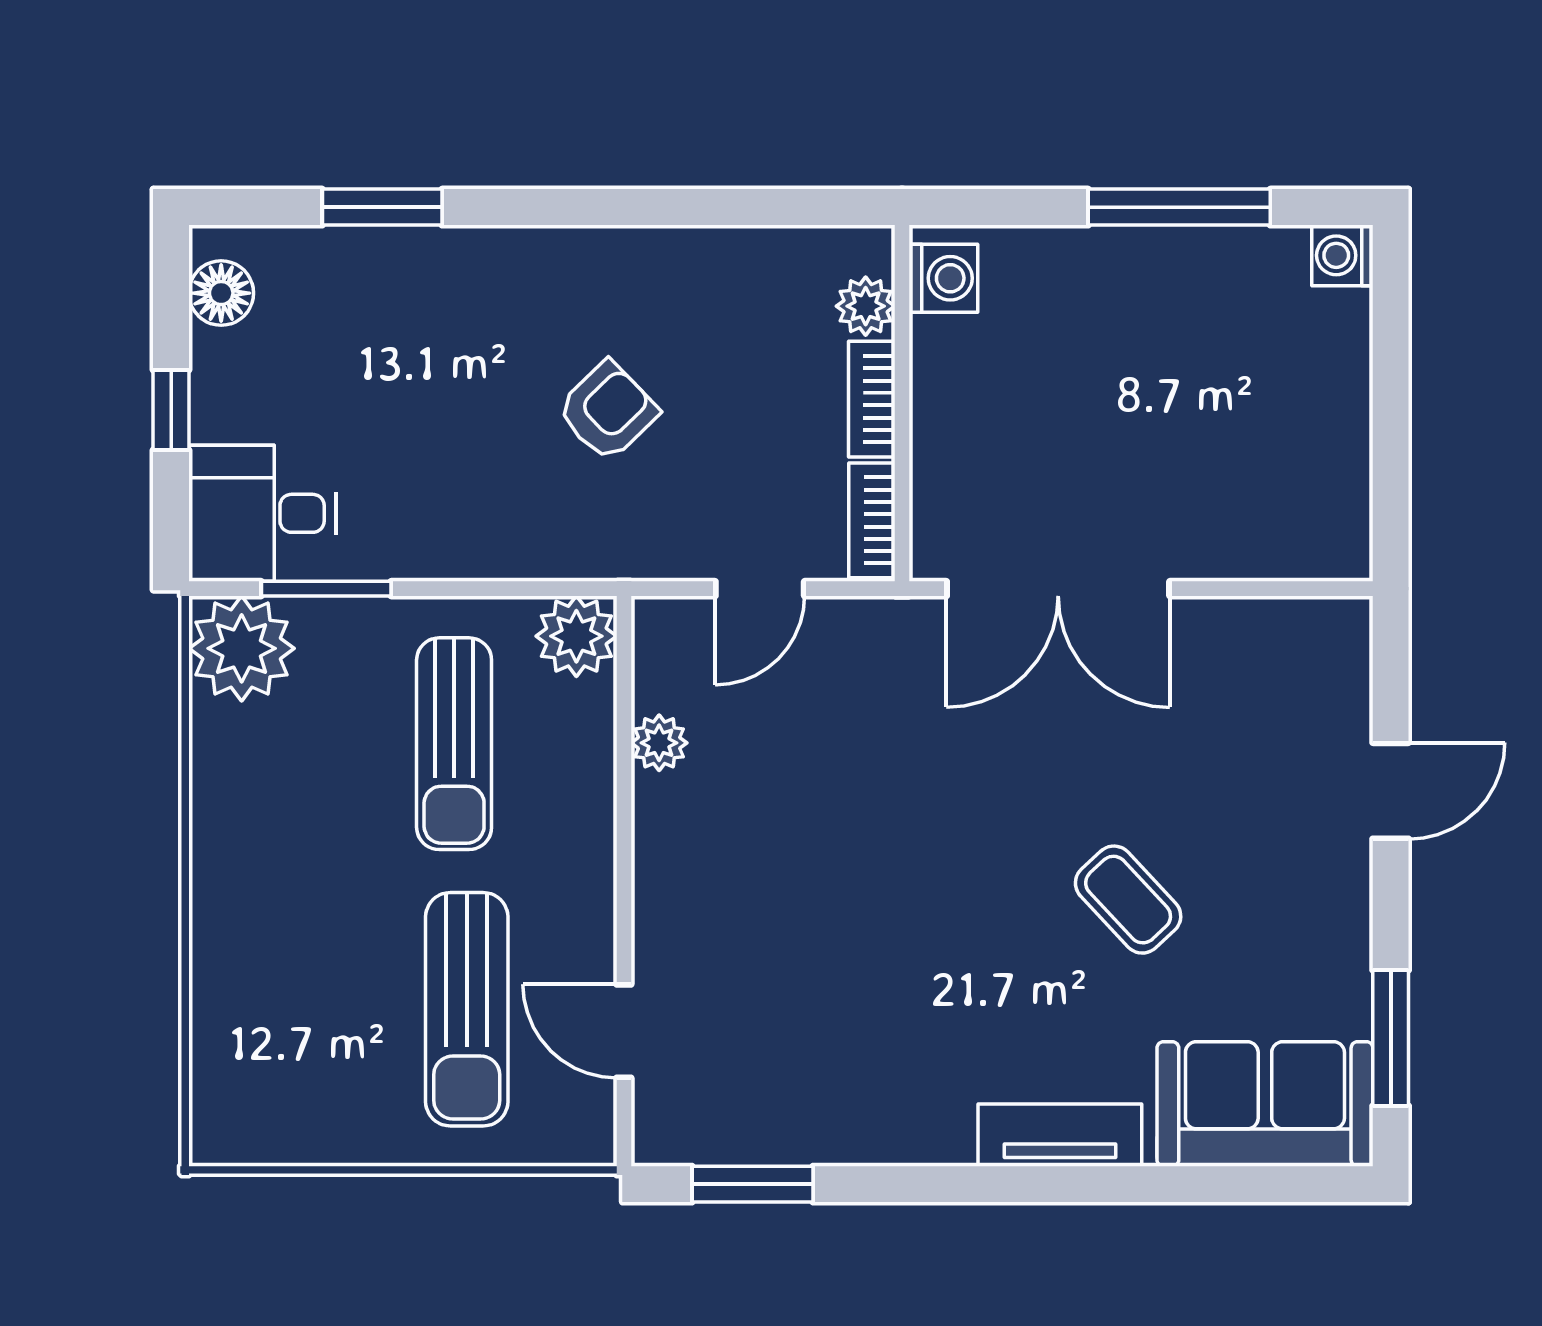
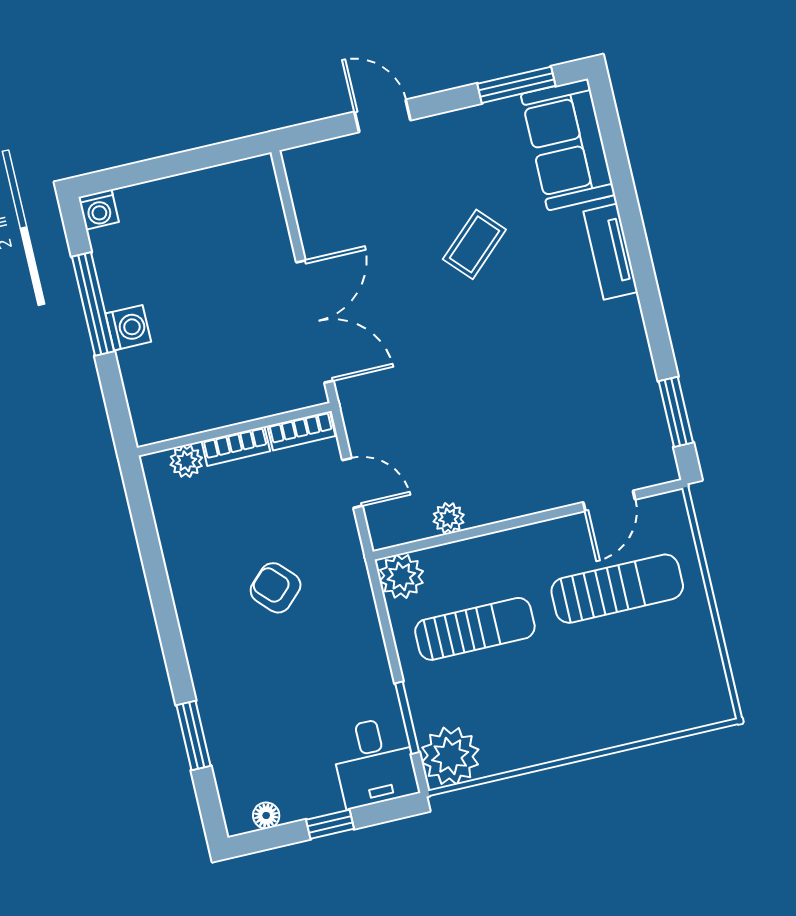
washing machine: (943, 278) -> (128, 328), moved, turned 90
floor lamp: (221, 293) -> (266, 815), width x0.73, depth x0.73

